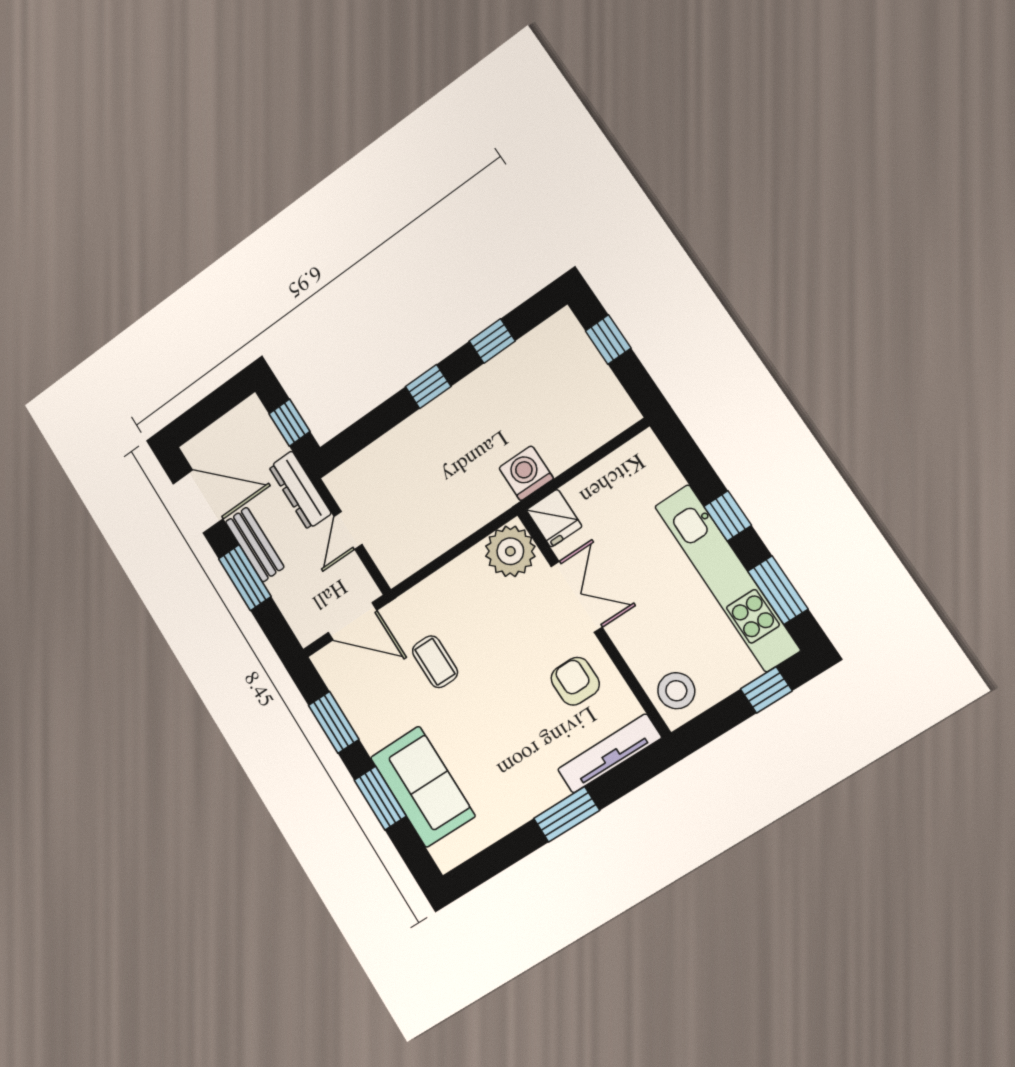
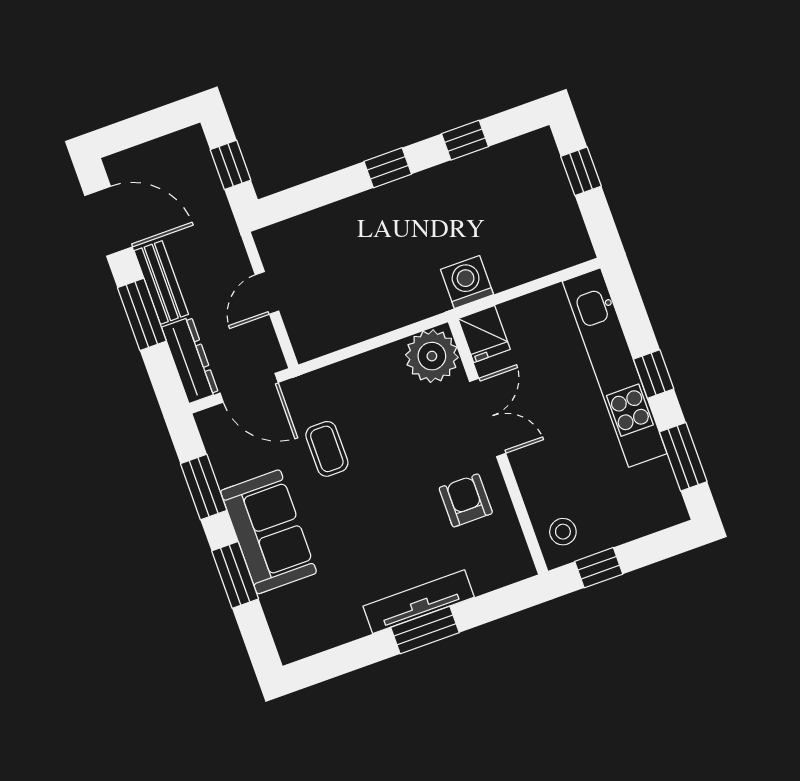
dresser: (300, 490) -> (190, 360), moved, turned 180
kitchen unit: (727, 578) -> (615, 367), moved
window: (766, 690) -> (599, 568), moved
stool: (676, 691) -> (563, 532), width x0.73, depth x0.73
tv unit: (609, 754) -> (419, 602), moved
sofa: (423, 787) -> (269, 532), moved

